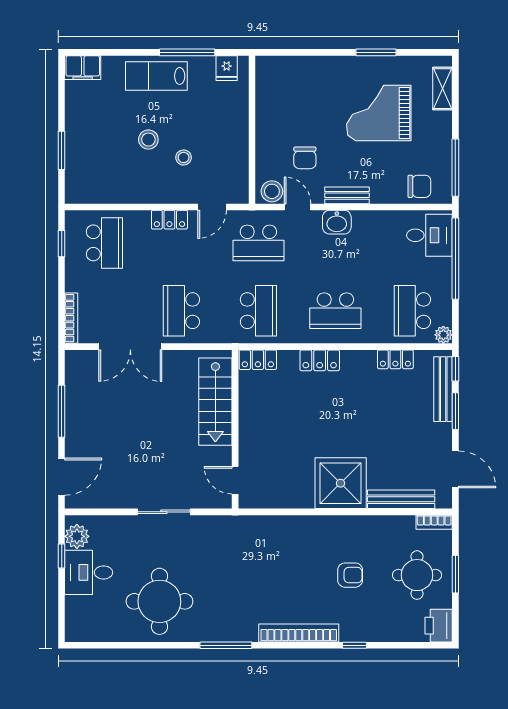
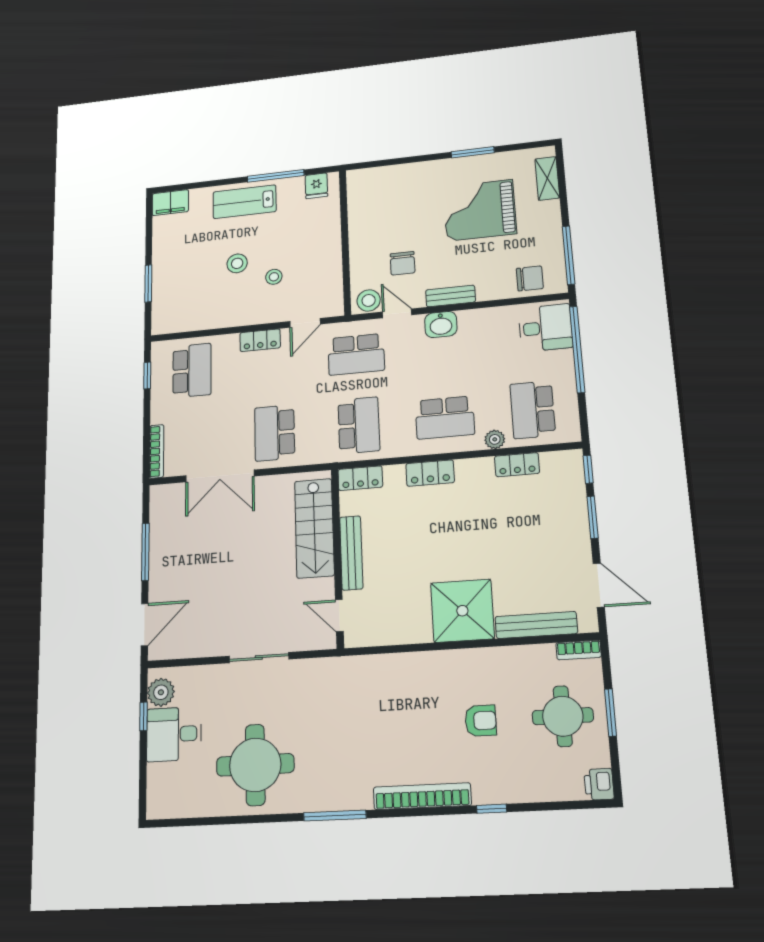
plant: (443, 335) -> (495, 439), moved
bench: (443, 389) -> (351, 553), moved
printer: (439, 626) -> (599, 784), width x0.73, depth x0.81

